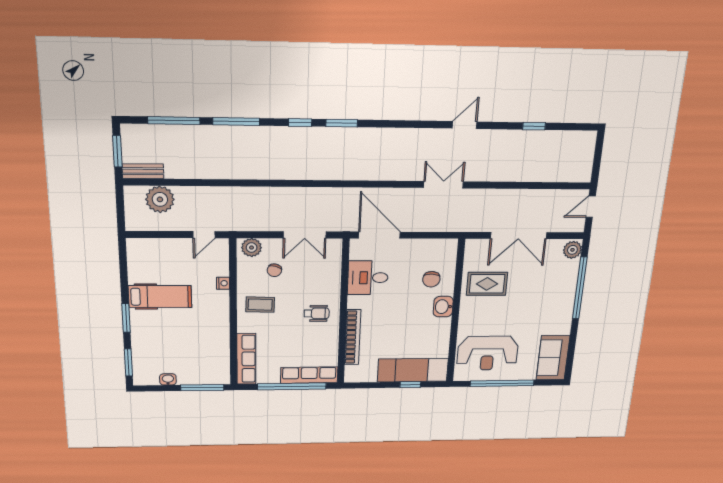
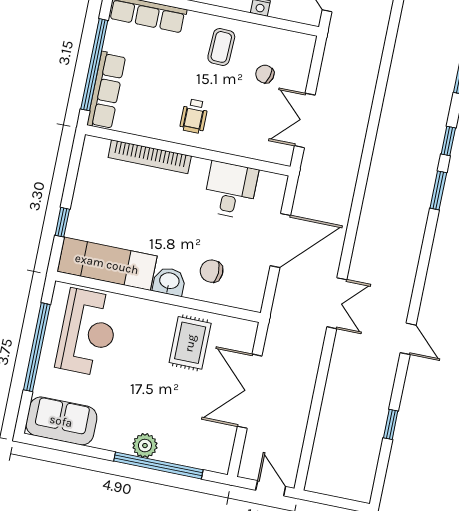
door: (379, 235) -> (280, 240), moved
plant: (252, 248) -> (301, 52), removed
plant: (572, 250) -> (145, 446), moved
reception desk: (488, 353) -> (88, 332), turned 180
exam couch: (413, 370) -> (107, 264), moved, turned -90

